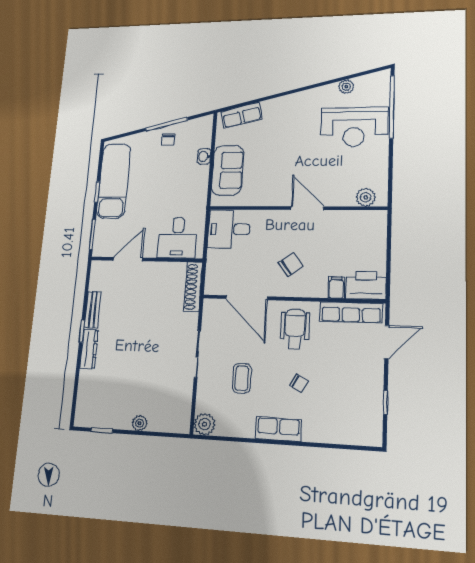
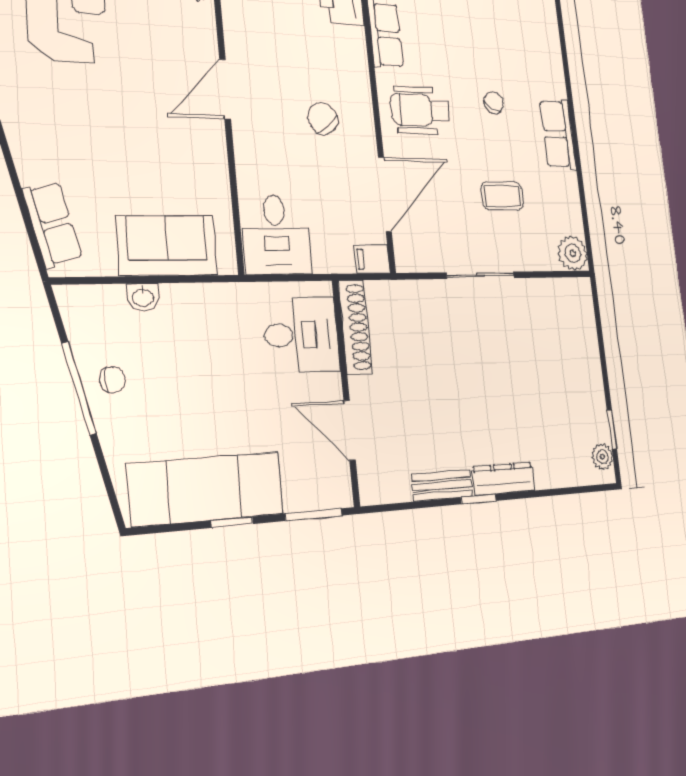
shoe rack: (193, 287) -> (355, 327), moved, turned -90
filing cabinet: (336, 288) -> (372, 259), moved
plant: (140, 423) -> (602, 457), moved

